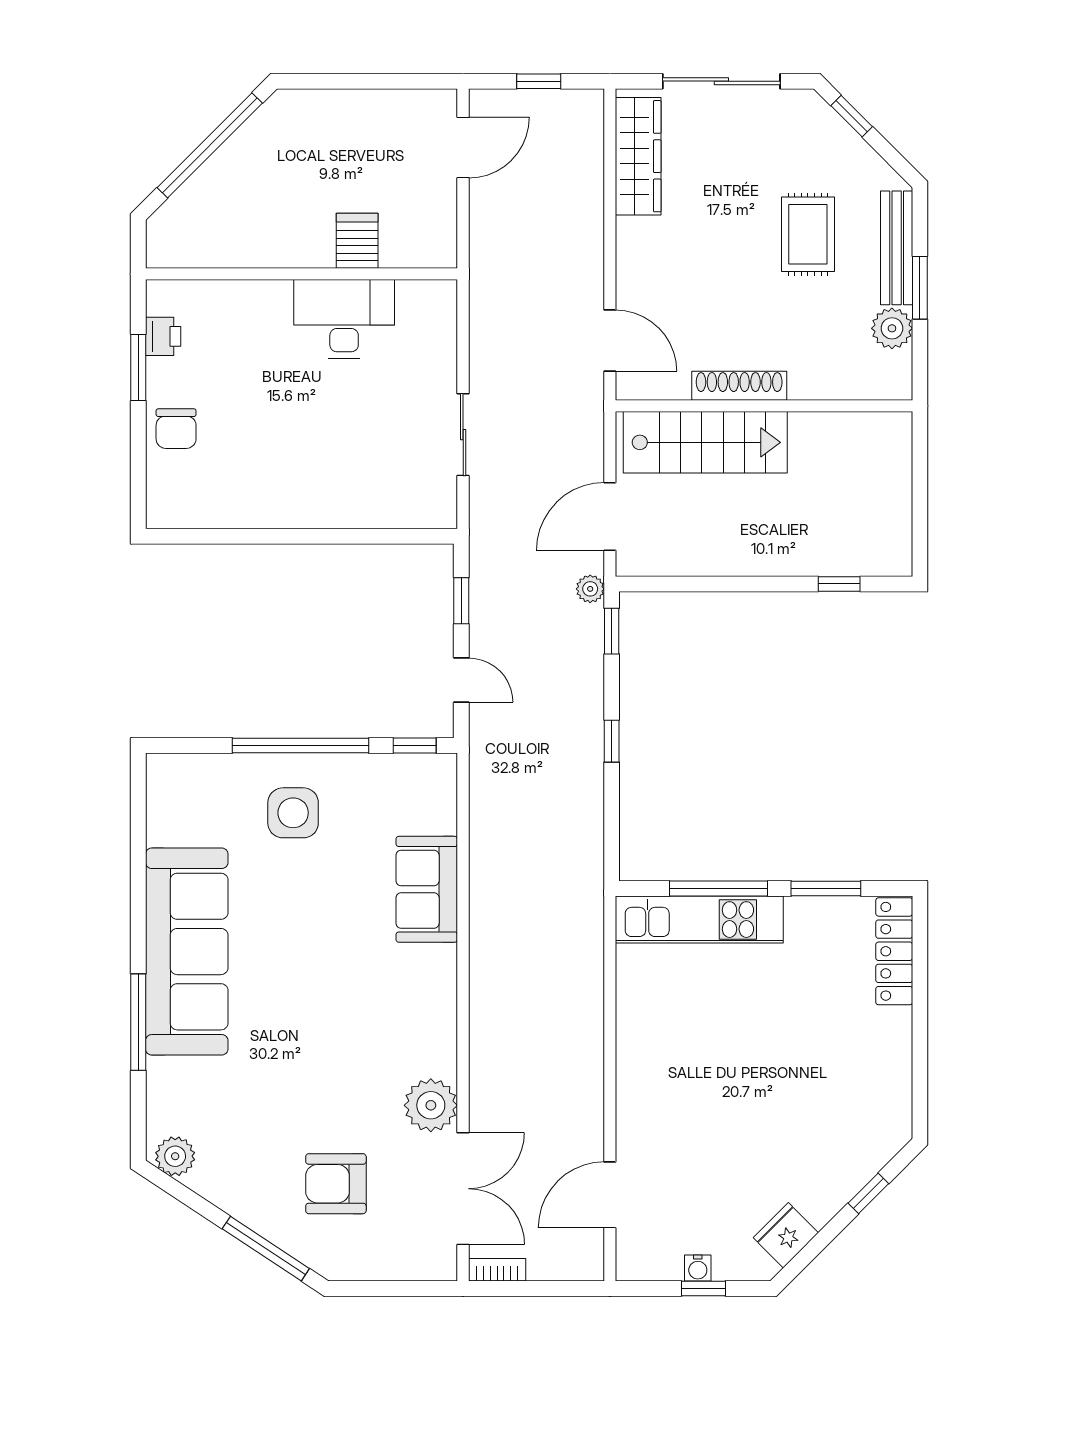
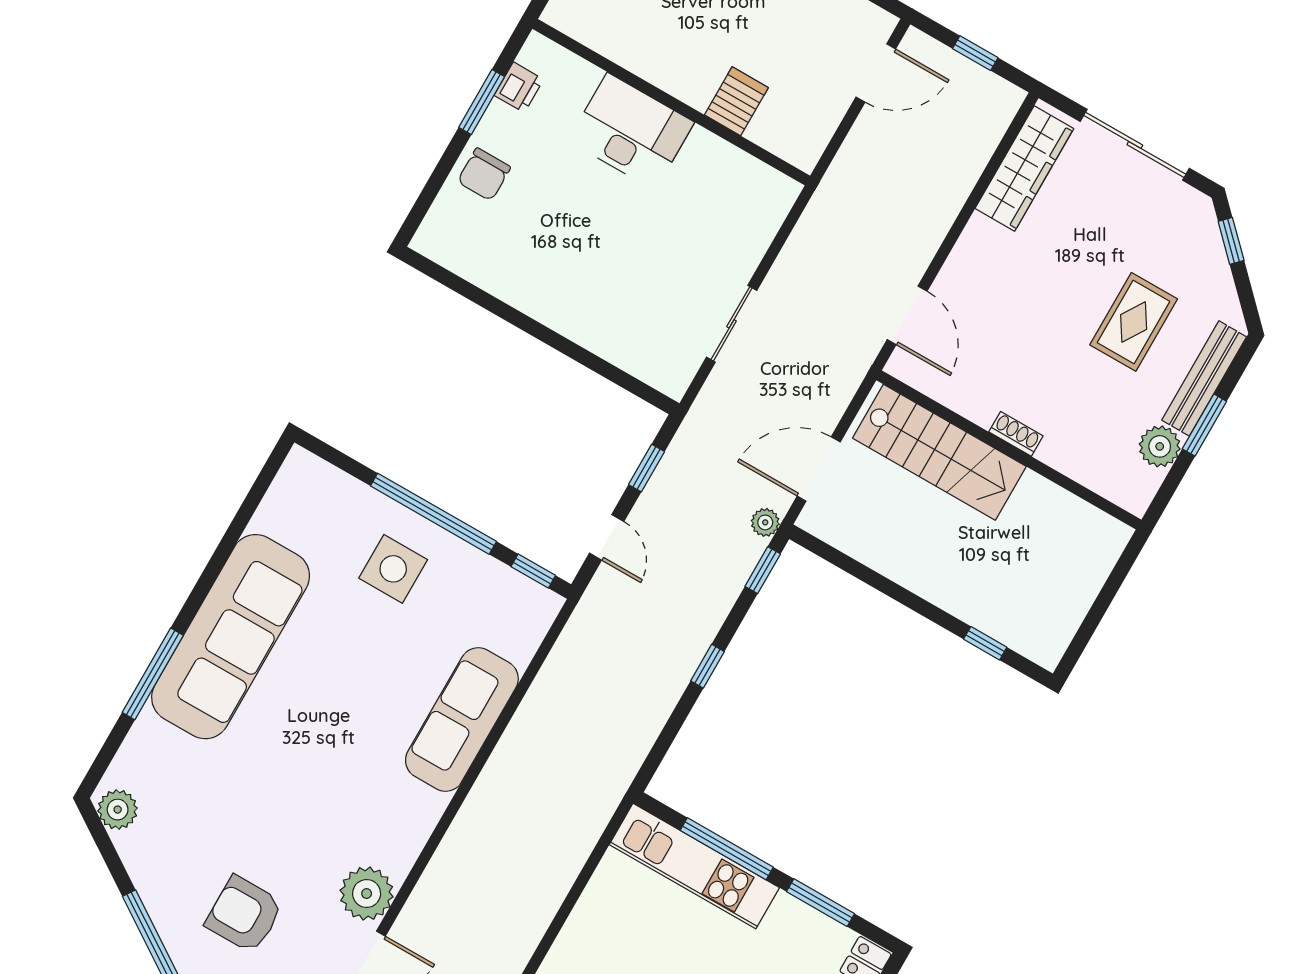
desk: (344, 319) -> (631, 131), moved
shoe rack: (739, 386) -> (1016, 434), width x0.51, depth x0.81
sofa: (427, 889) -> (462, 719), width x1.36

